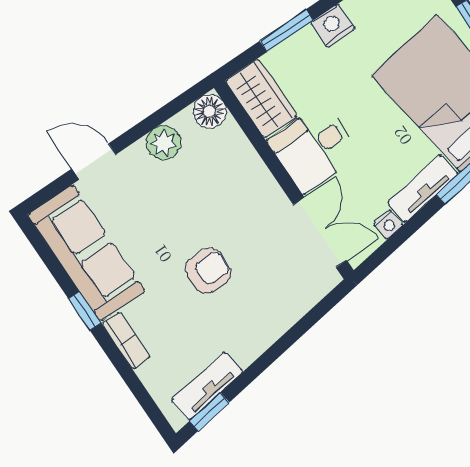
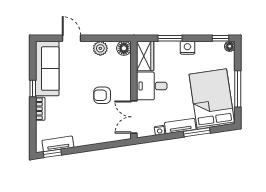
double door: (320, 232) -> (134, 117), swing flipped
armchair: (208, 271) -> (102, 95), moved, turned 180

